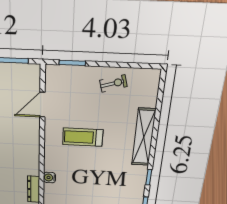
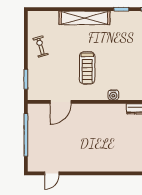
door: (42, 105) -> (61, 102), hinge flipped
water cooler: (49, 178) -> (113, 95), moved

